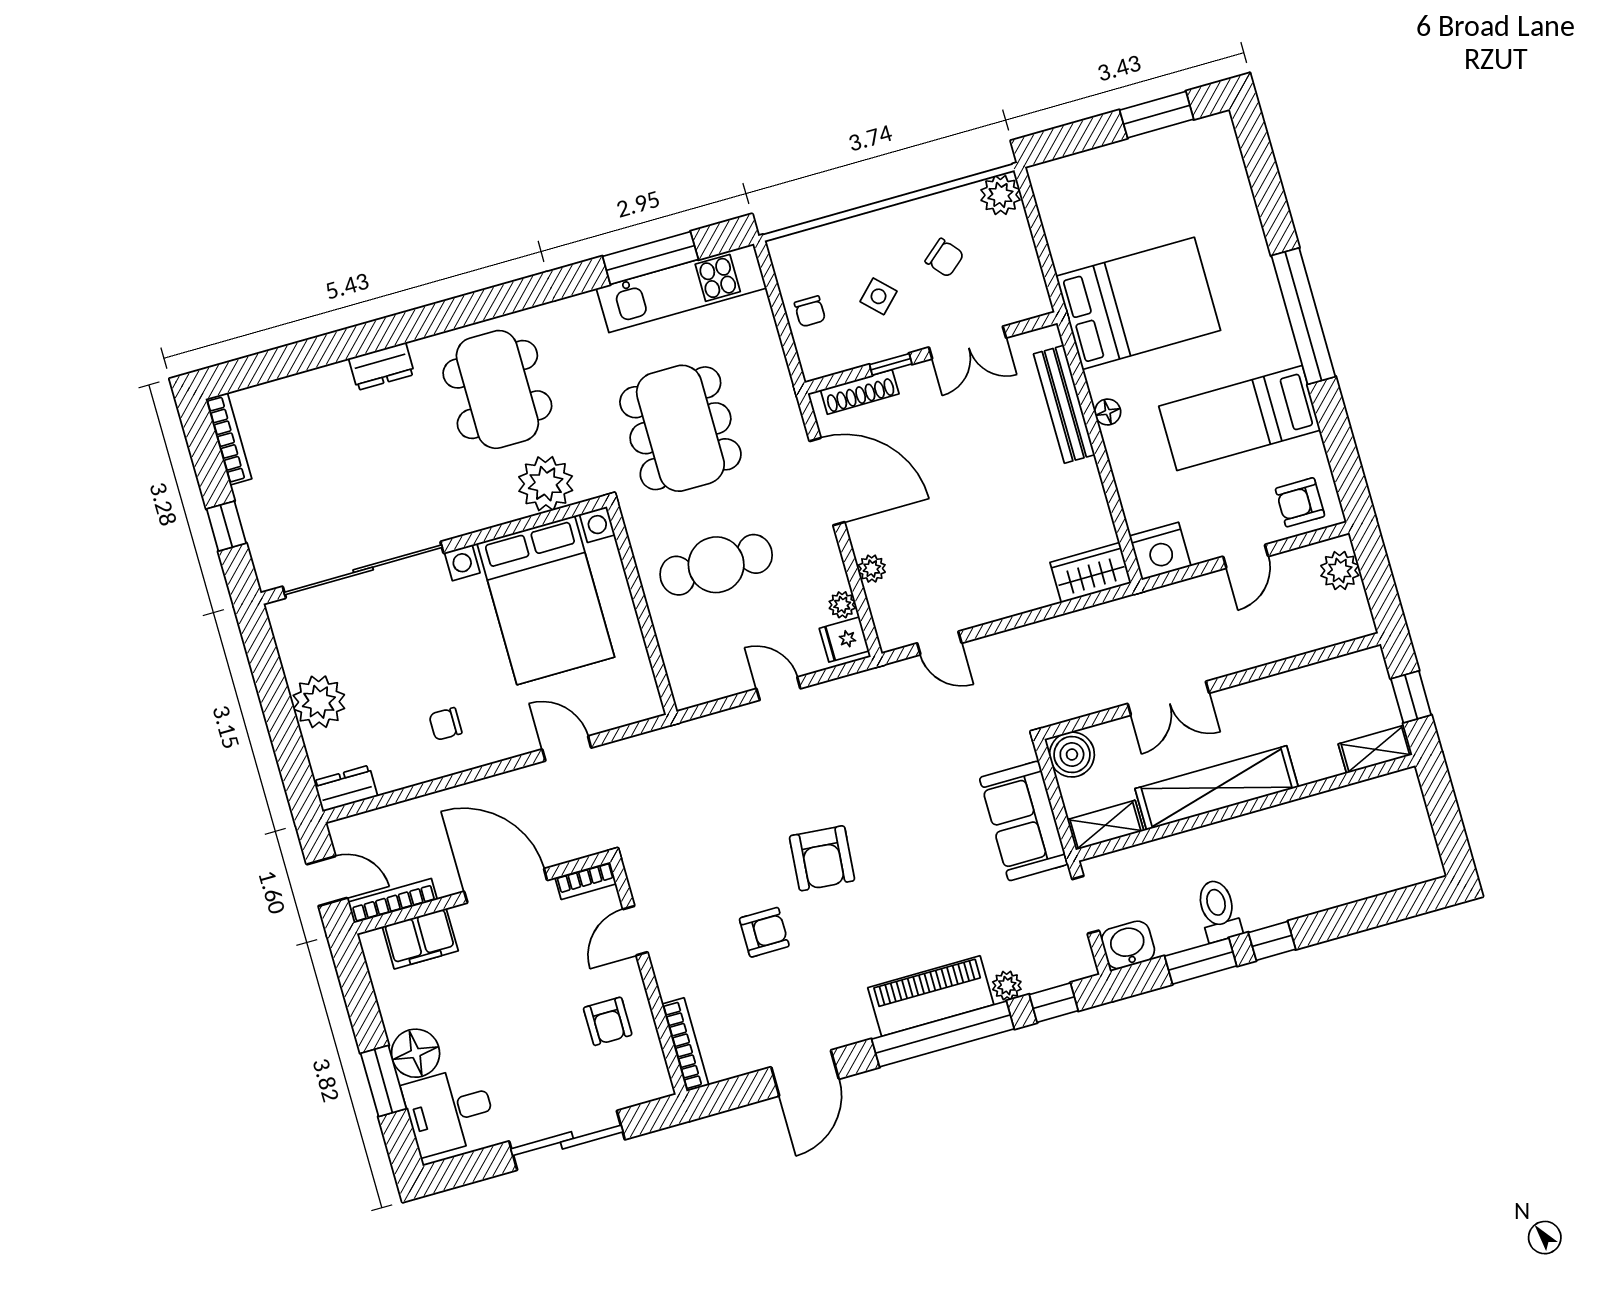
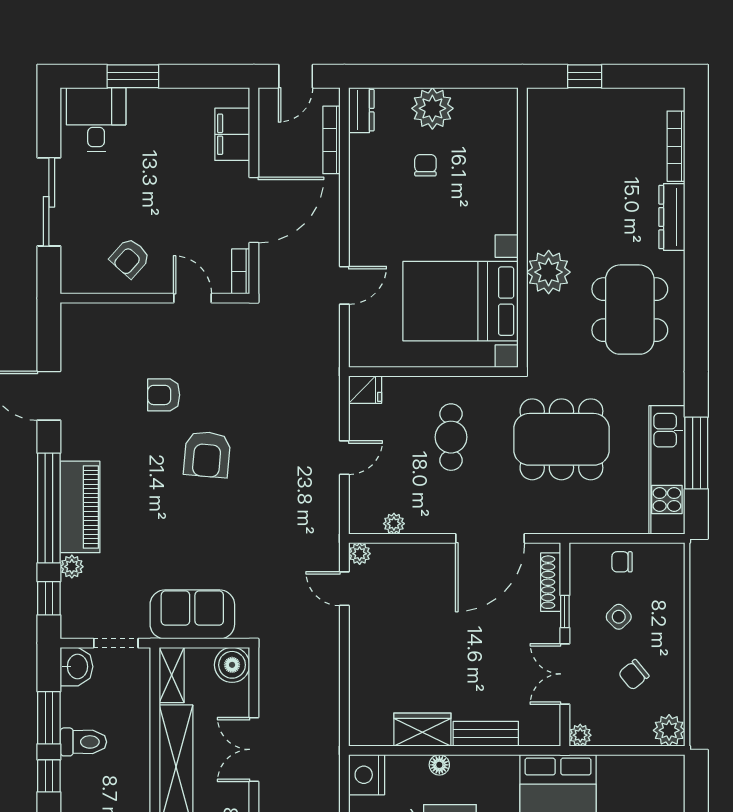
plant: (1037, 303) -> (580, 735), added
dresser: (382, 366) -> (672, 217), width x1.44
dining table: (497, 389) -> (630, 310), turned 90
bench: (1064, 404) -> (486, 734), width x0.73
floor lamp: (1108, 412) -> (439, 765), moved
bookcase: (229, 439) -> (676, 146), moved, turned 90
plant: (546, 484) -> (549, 272), moved
cafe table: (716, 565) -> (451, 437), width x0.73, depth x0.74
plant: (872, 569) -> (360, 554), moved
sliding door: (363, 570) -> (522, 170), removed
wardrobe: (1091, 573) -> (422, 730), moved, turned -90
fridge: (844, 640) -> (365, 390), moved, turned 90
door: (939, 643) -> (344, 589), hinge flipped
chair: (445, 724) -> (425, 165), moved
armchair: (822, 858) -> (207, 454), turned -90
bookcase: (393, 901) -> (331, 140), moved, turned 180
armchair: (764, 932) -> (164, 395), turned 90
armchair: (608, 1021) -> (130, 258), turned -48
bookcase: (685, 1045) -> (96, 311), removed
floor lamp: (416, 1053) -> (147, 106), removed

